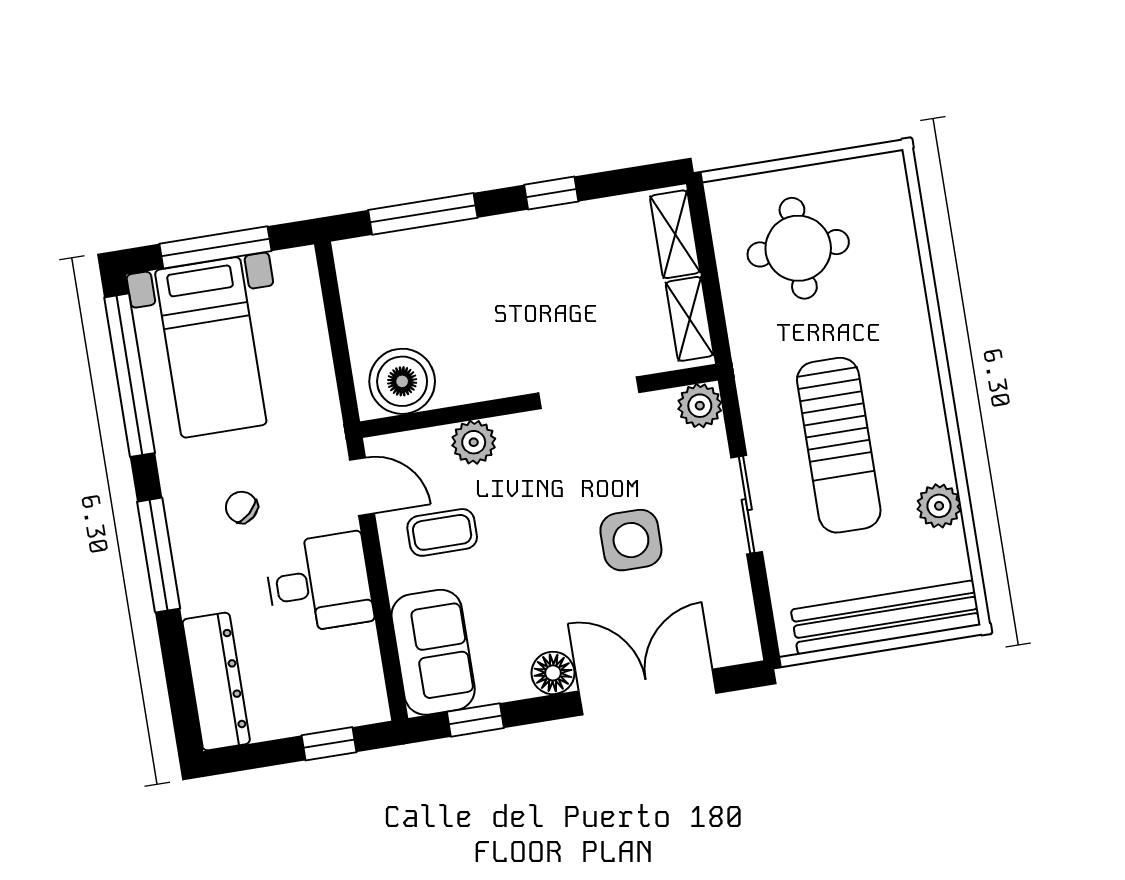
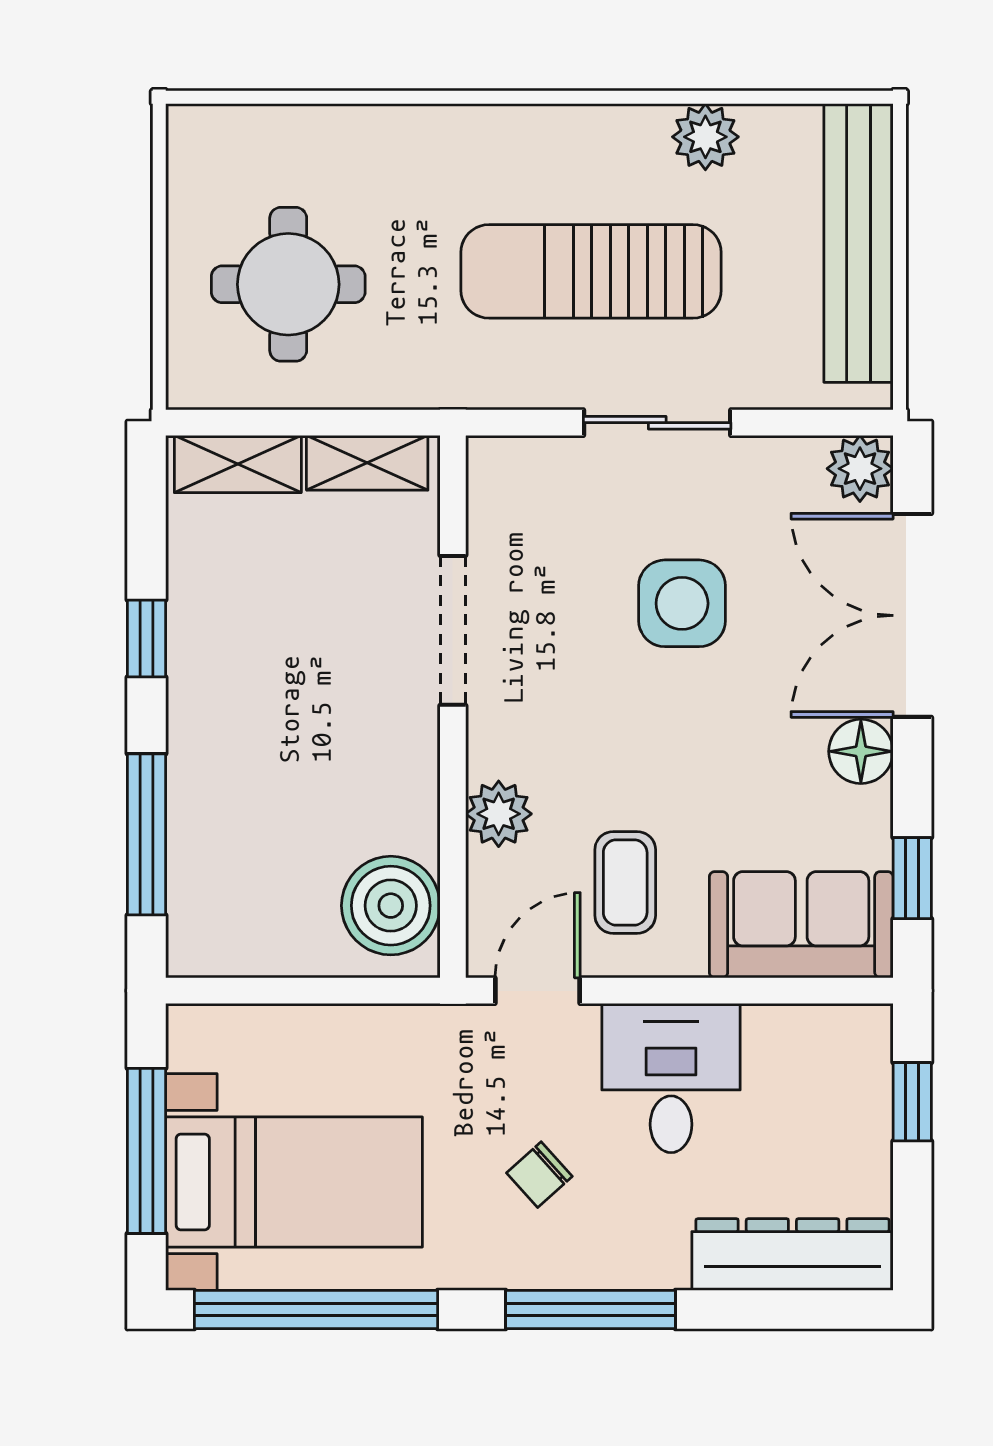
plant: (700, 406) -> (860, 469), moved
sun lounger: (839, 445) -> (591, 271), turned 180

